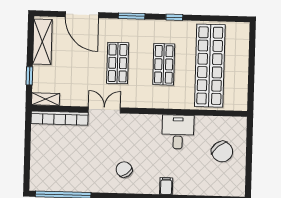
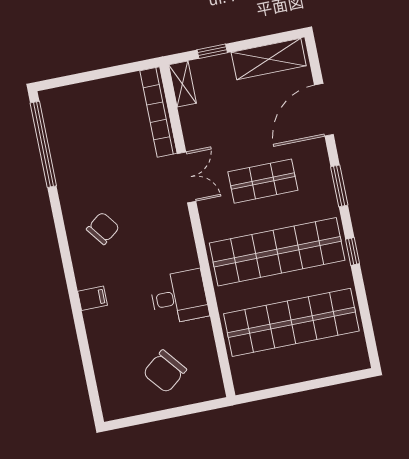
shop shelf: (164, 64) -> (277, 252), width x2.00, depth x1.36

